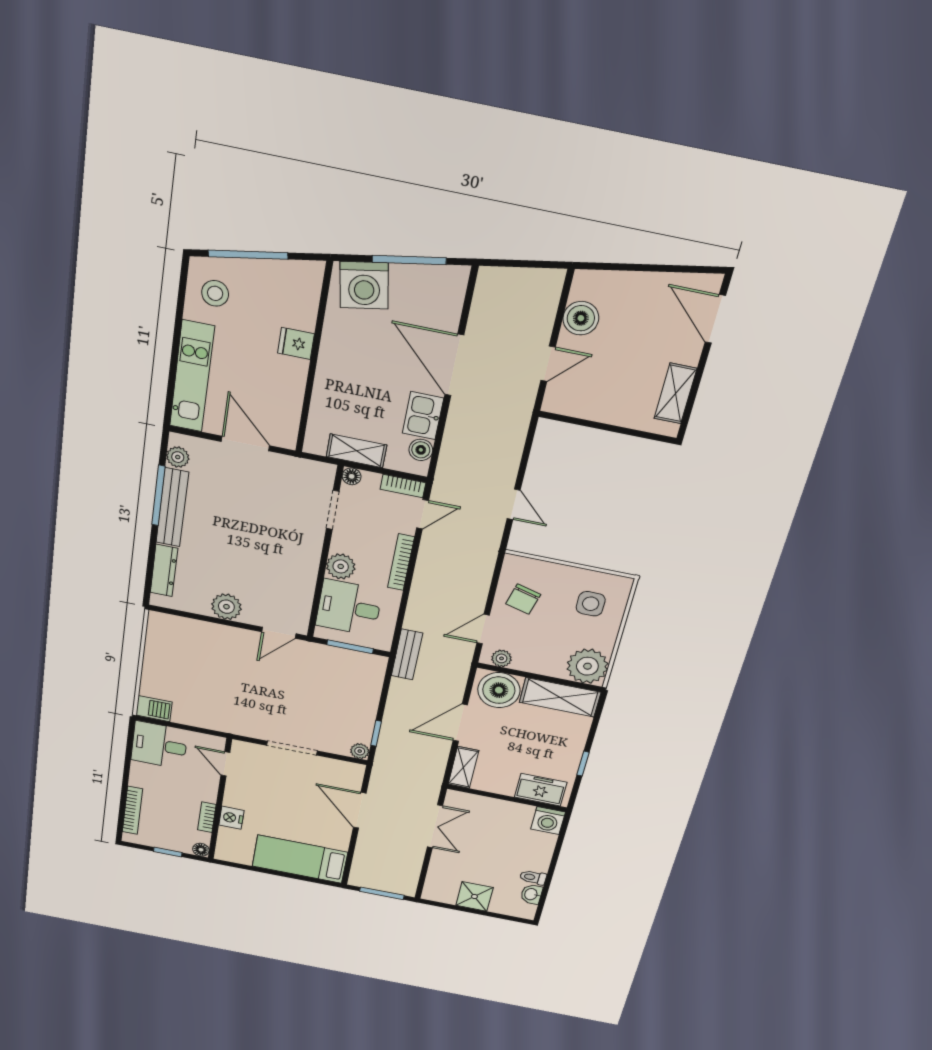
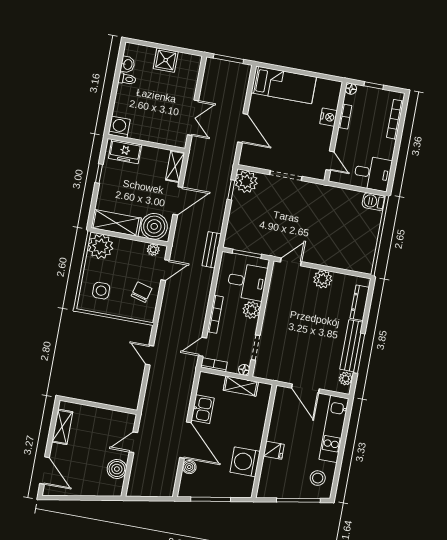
washing machine: (364, 285) -> (245, 462), moved, turned -80
boiler: (421, 450) -> (189, 467), moved
plant: (360, 751) -> (246, 182), width x1.88, depth x1.88
double door: (435, 826) -> (193, 118), swing flipped

